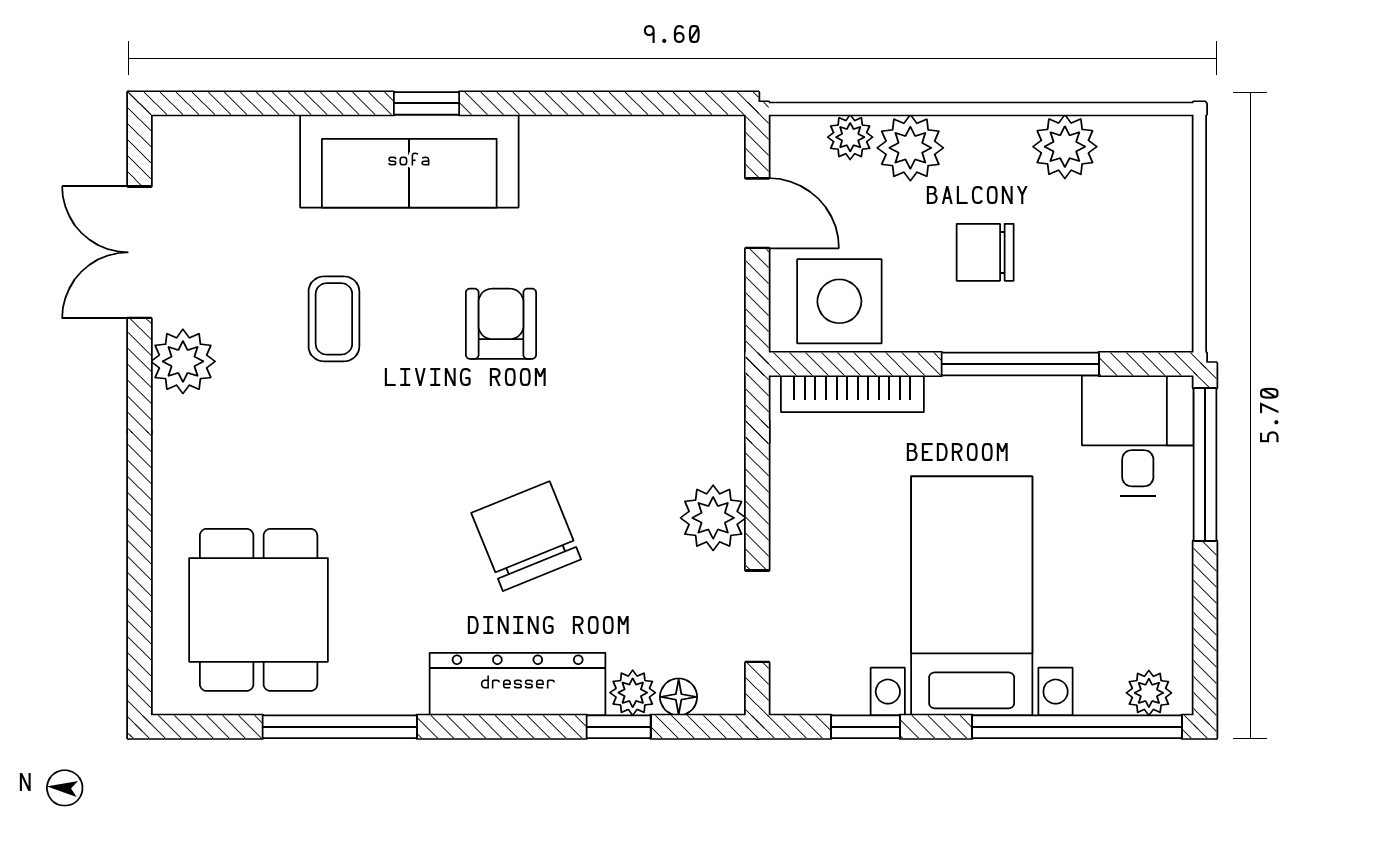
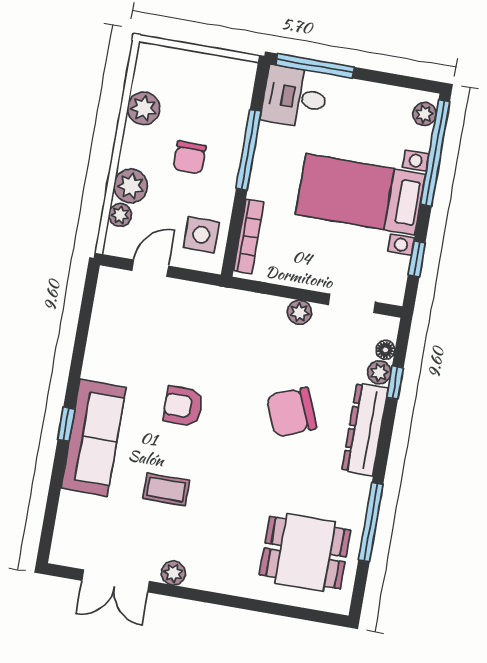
side table: (839, 301) -> (201, 235), width x0.73, depth x0.73
plant: (183, 361) -> (173, 573), width x0.73, depth x0.73
plant: (713, 518) -> (299, 312), width x0.73, depth x0.73

